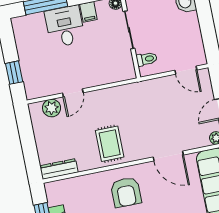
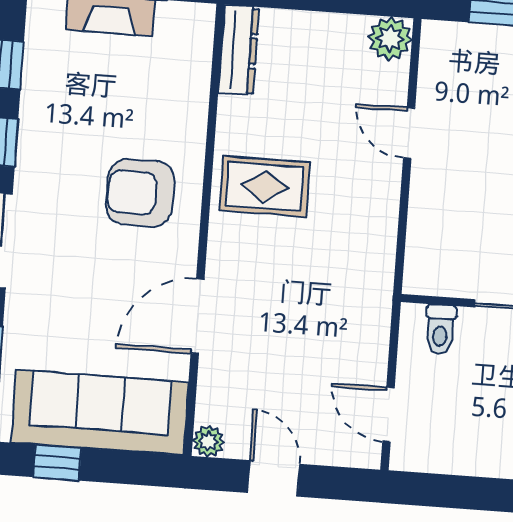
door: (186, 70) -> (388, 414), hinge flipped
plant: (52, 108) -> (390, 39), moved

